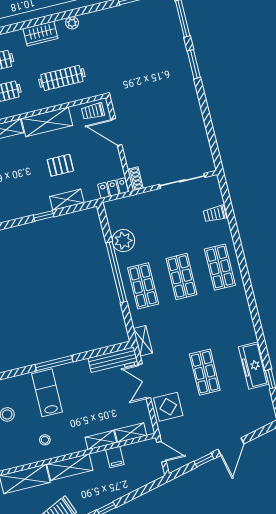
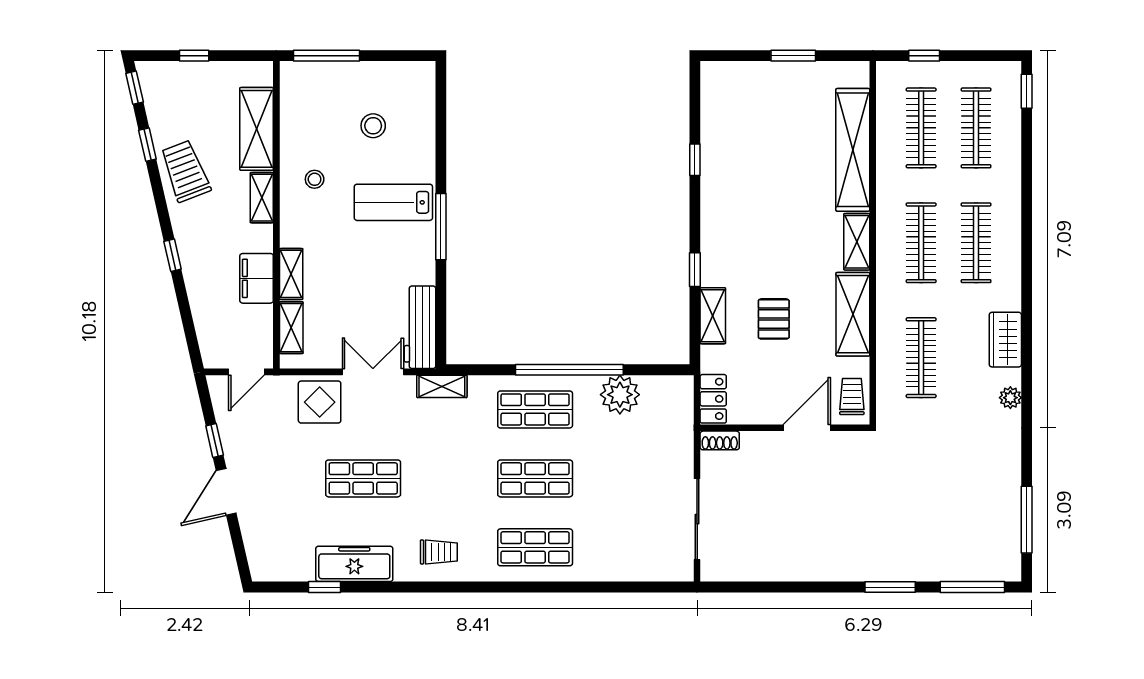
trolley: (215, 214) -> (439, 552), moved, turned 90
lab bench: (47, 393) -> (393, 202), turned 180
door: (231, 447) -> (226, 492), hinge flipped
filing cabinet: (115, 457) -> (257, 278), width x2.00
shelving: (70, 467) -> (262, 198), width x0.67, depth x0.75

